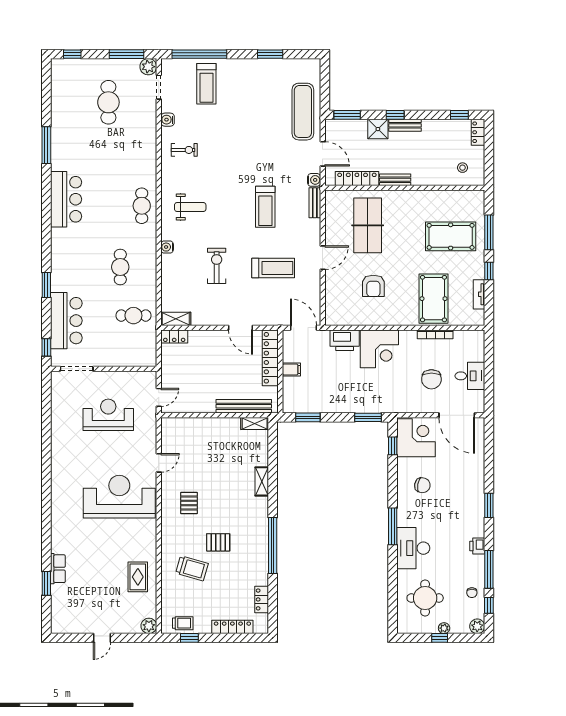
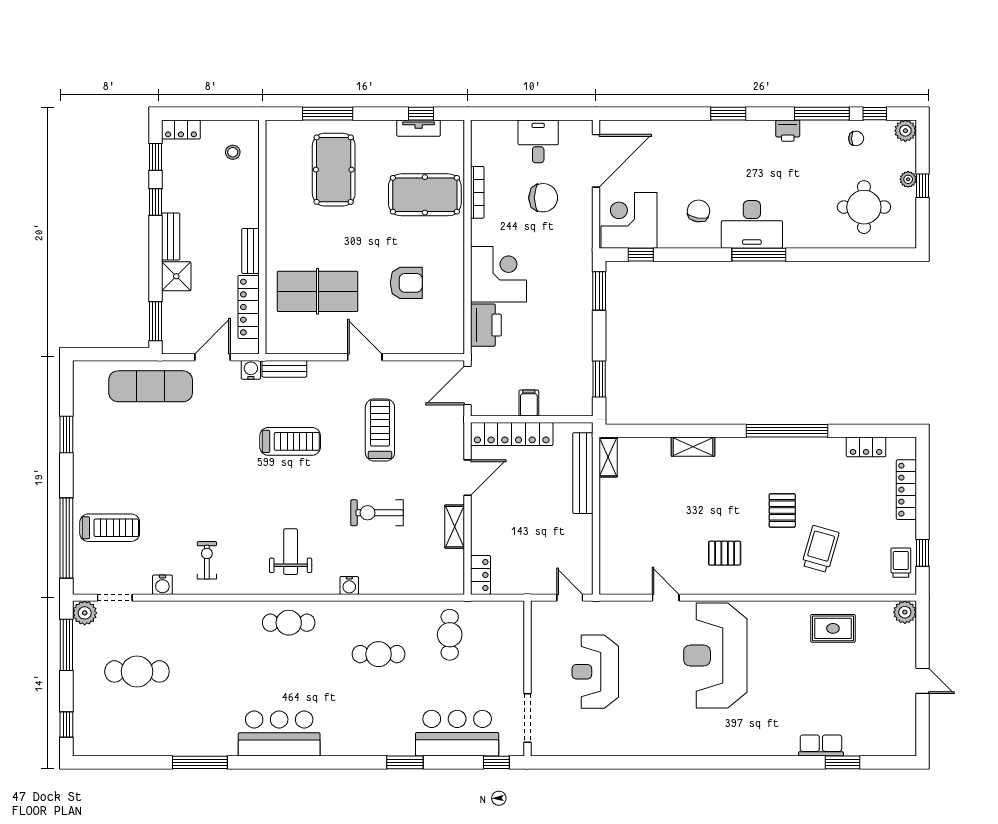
window: (395, 115) -> (155, 202), moved
window: (489, 271) -> (421, 114), moved
shelving: (176, 319) -> (455, 527), moved
desk: (413, 548) -> (752, 224), moved

